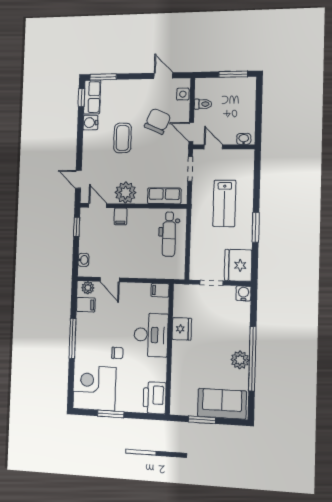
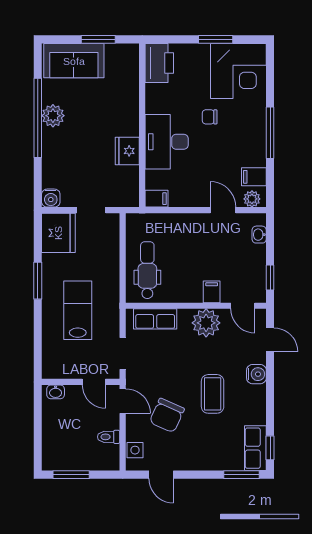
water cooler: (90, 123) -> (256, 374), moved

